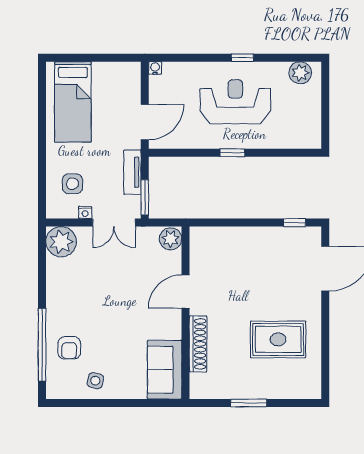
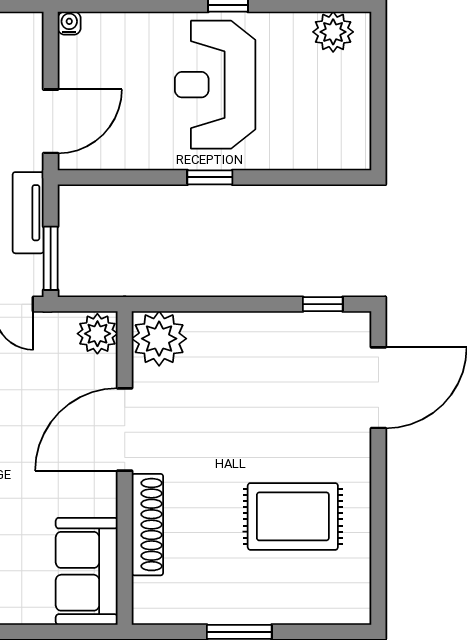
reception desk: (235, 102) -> (215, 85), turned -90
plant: (205, 242) -> (159, 339), added
door: (186, 292) -> (125, 429), width x1.36

